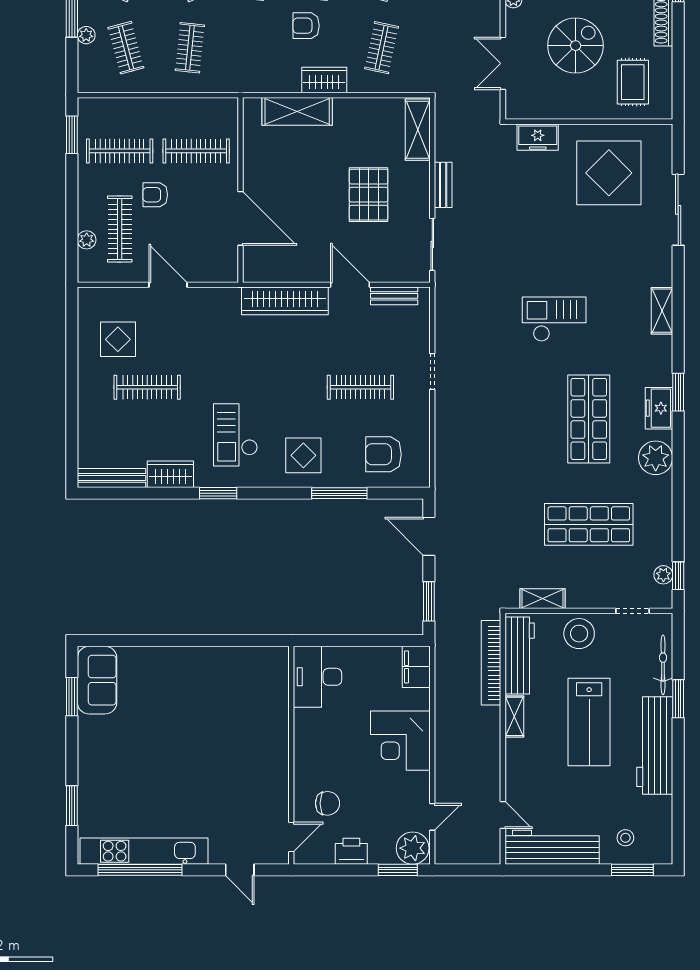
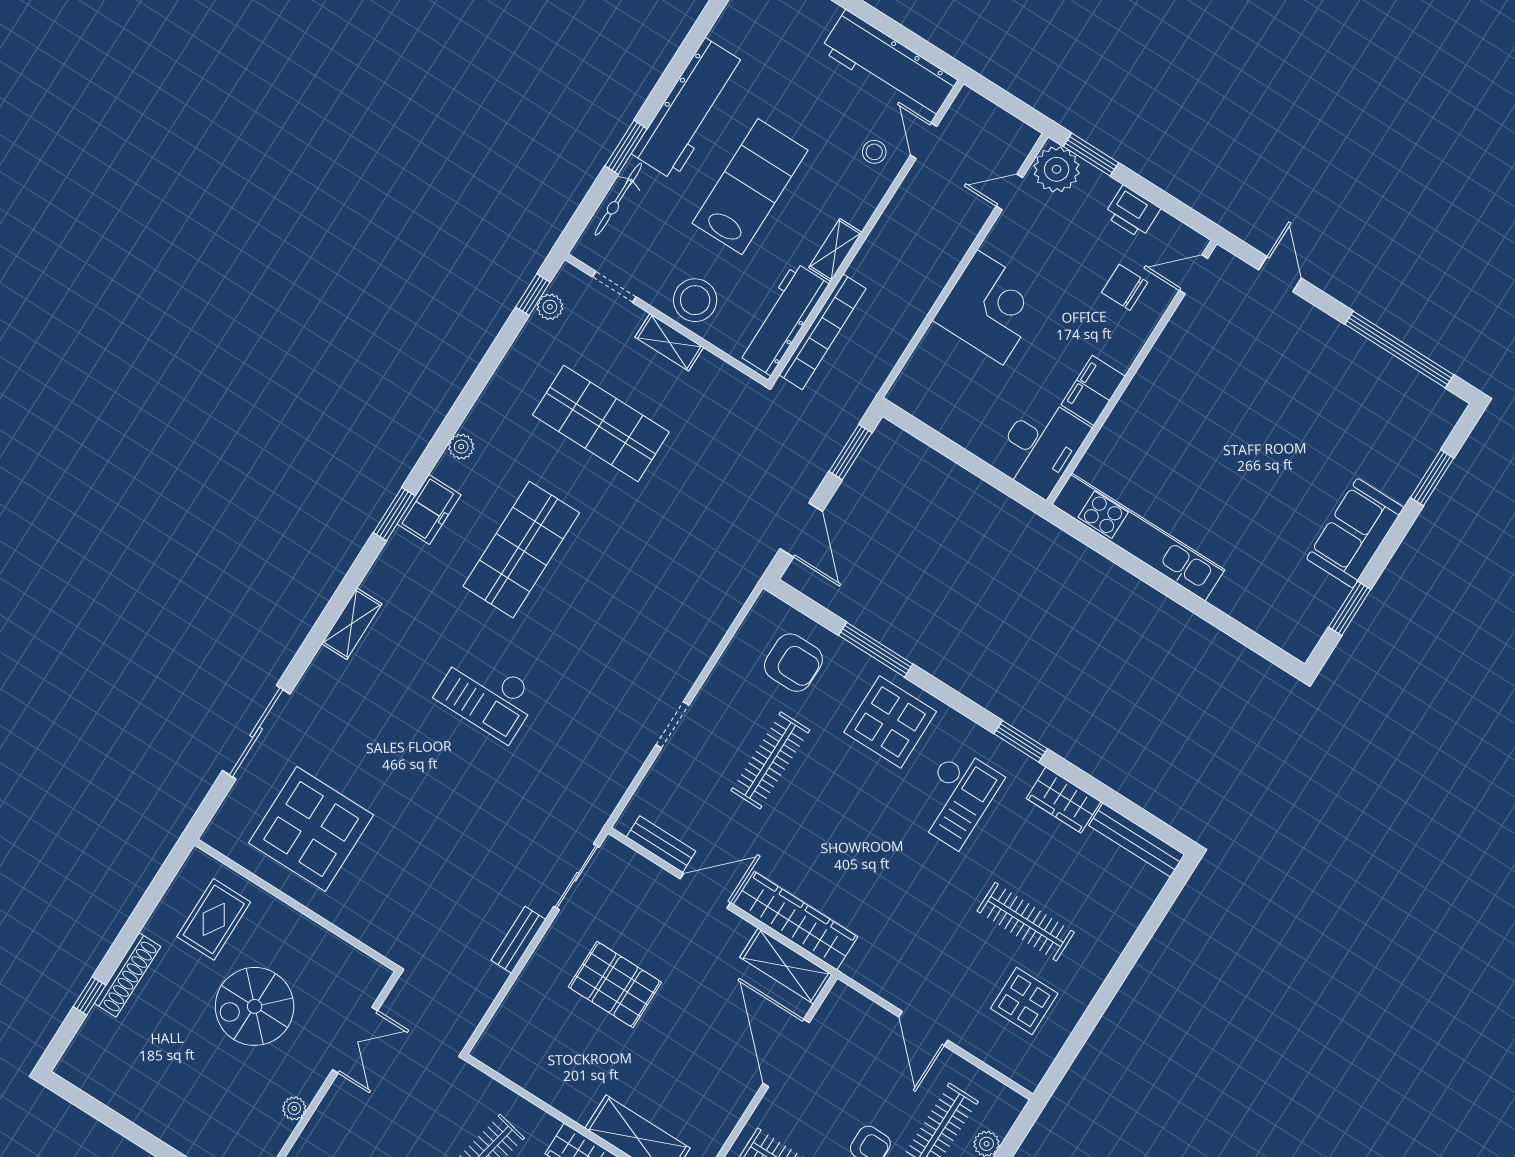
shelving: (418, 130) -> (786, 966), moved, turned 90
freezer: (538, 137) -> (369, 925), removed
pallet: (369, 195) -> (615, 985), turned 90
door: (350, 285) -> (705, 891), swing flipped
clothes rail: (360, 387) -> (770, 760), turned 90
display table: (303, 455) -> (890, 722), width x1.36, depth x1.36
plant: (656, 458) -> (461, 447), width x0.53, depth x0.53
shelving: (543, 599) -> (669, 342), moved
filing cabinet: (416, 667) -> (1093, 390), moved, turned 180
sofa: (97, 680) -> (1355, 533), moved
stool: (625, 838) -> (874, 152), moved
kitchen unit: (144, 851) -> (1138, 537), moved, turned 180

